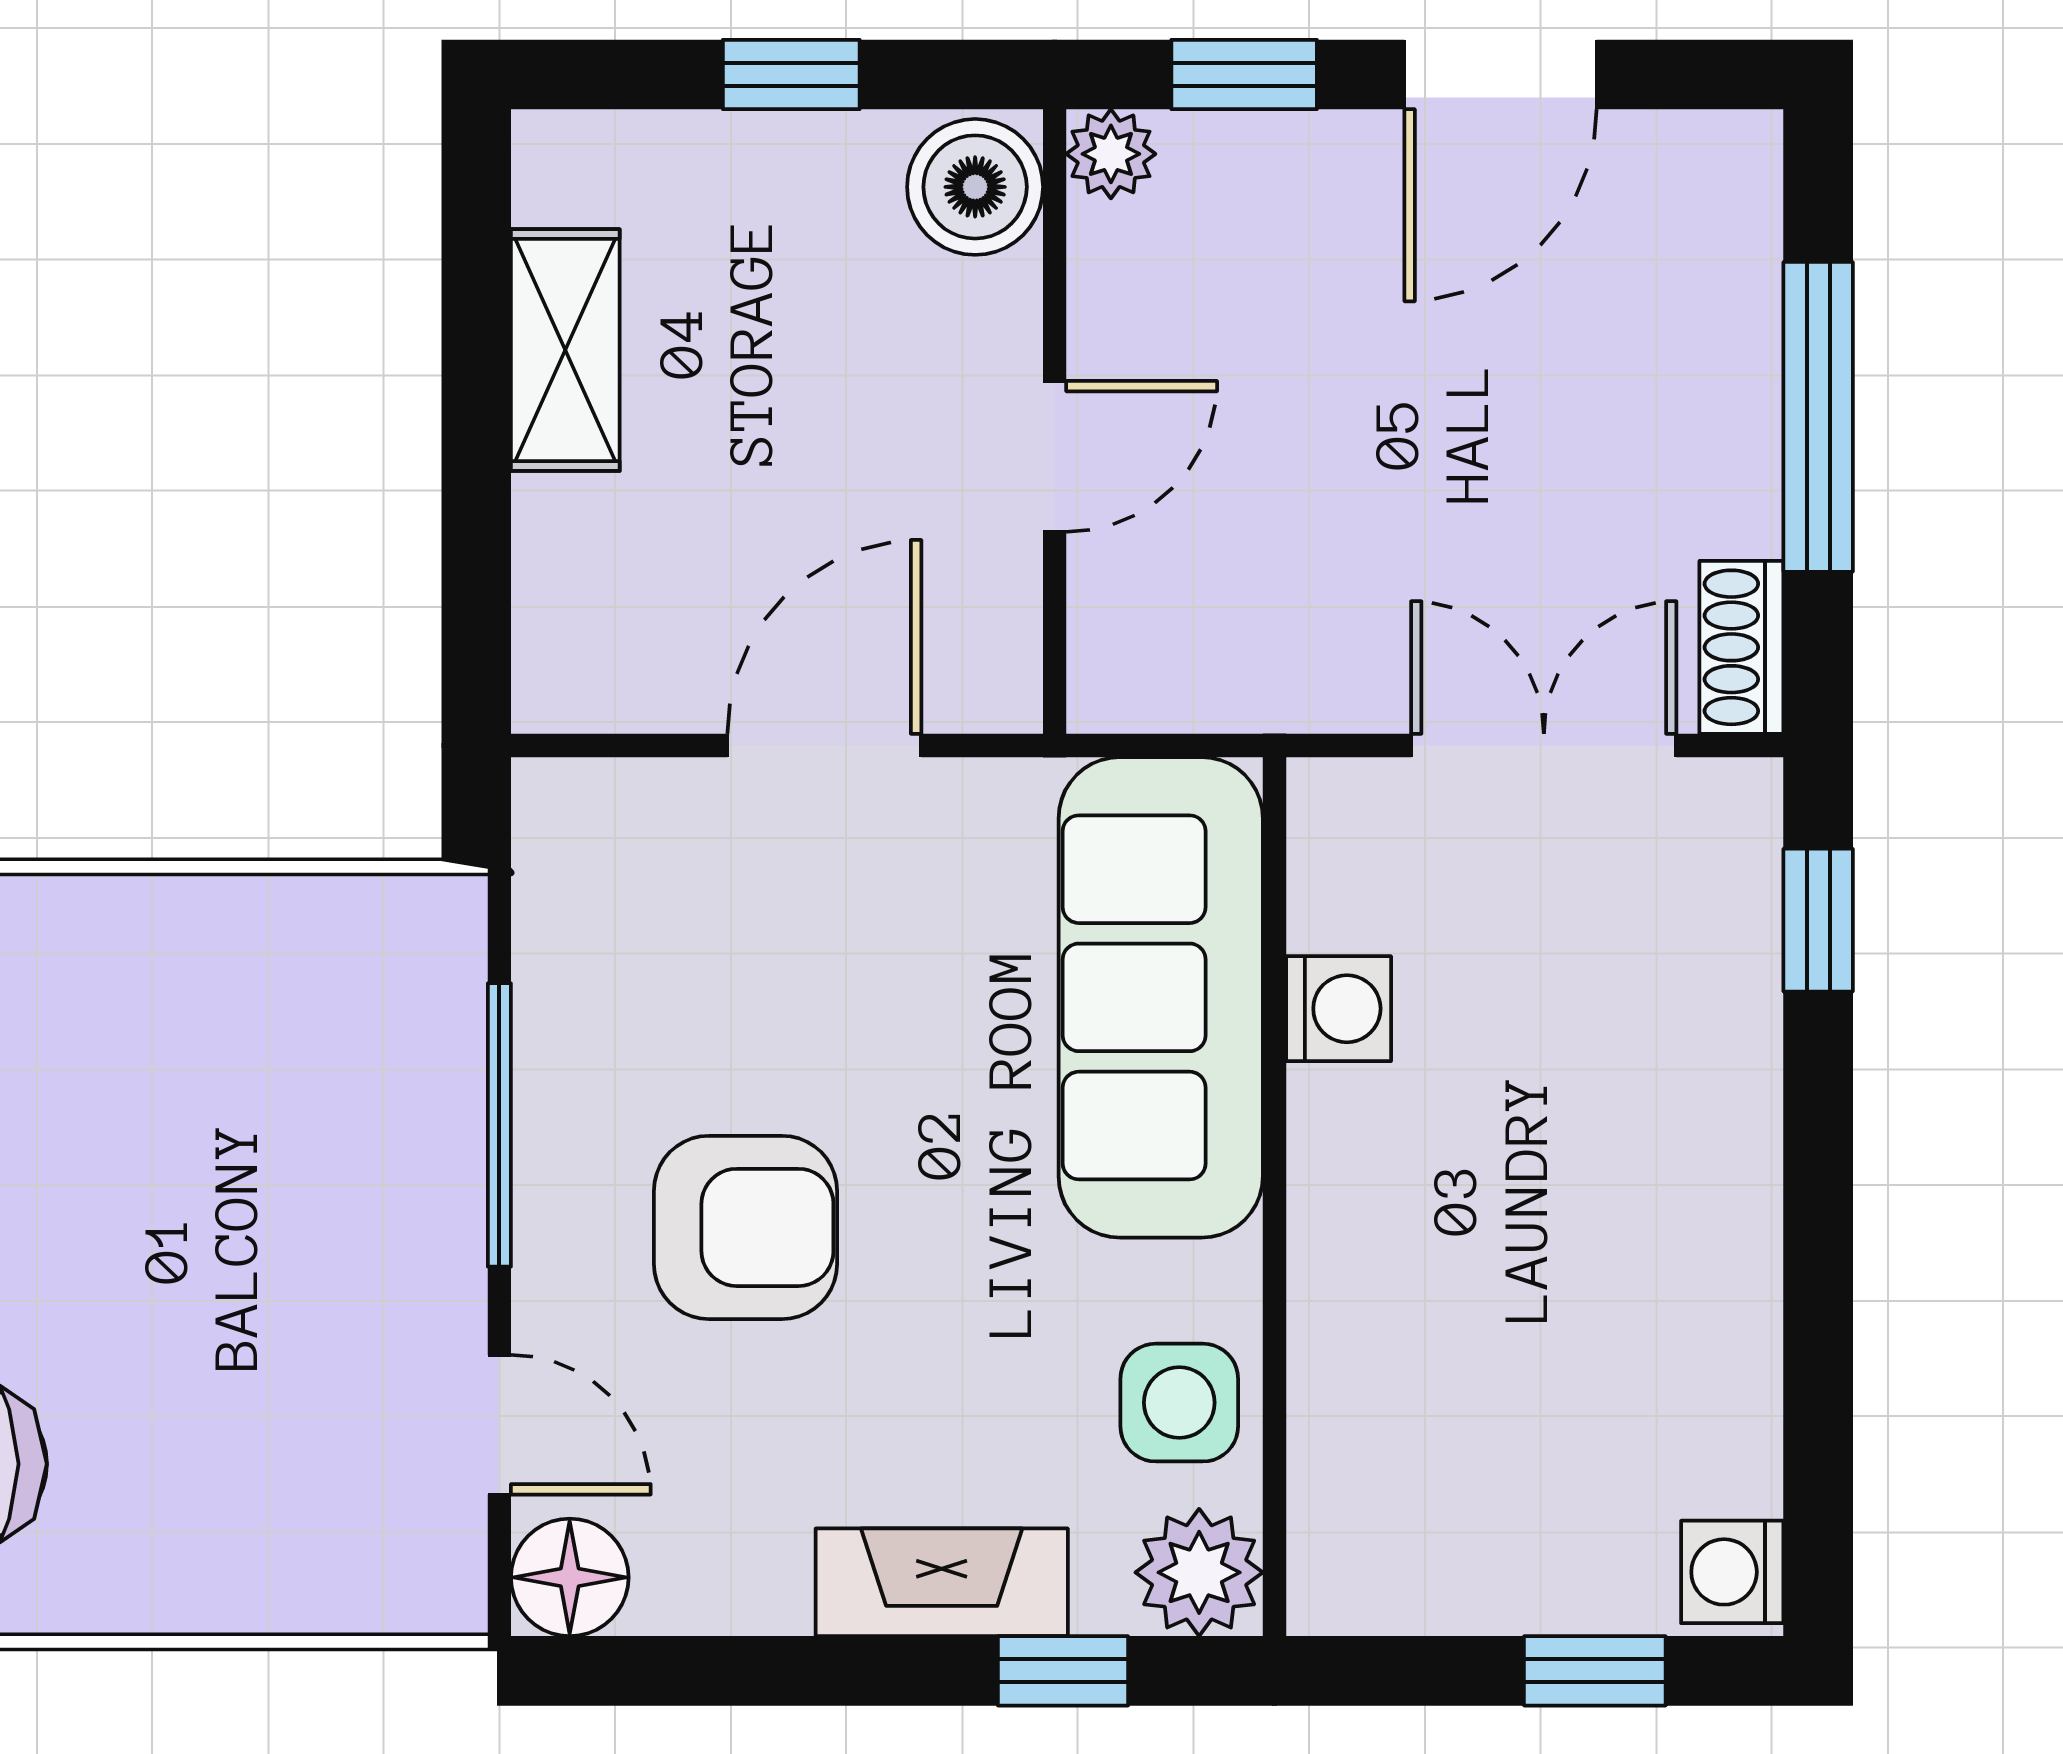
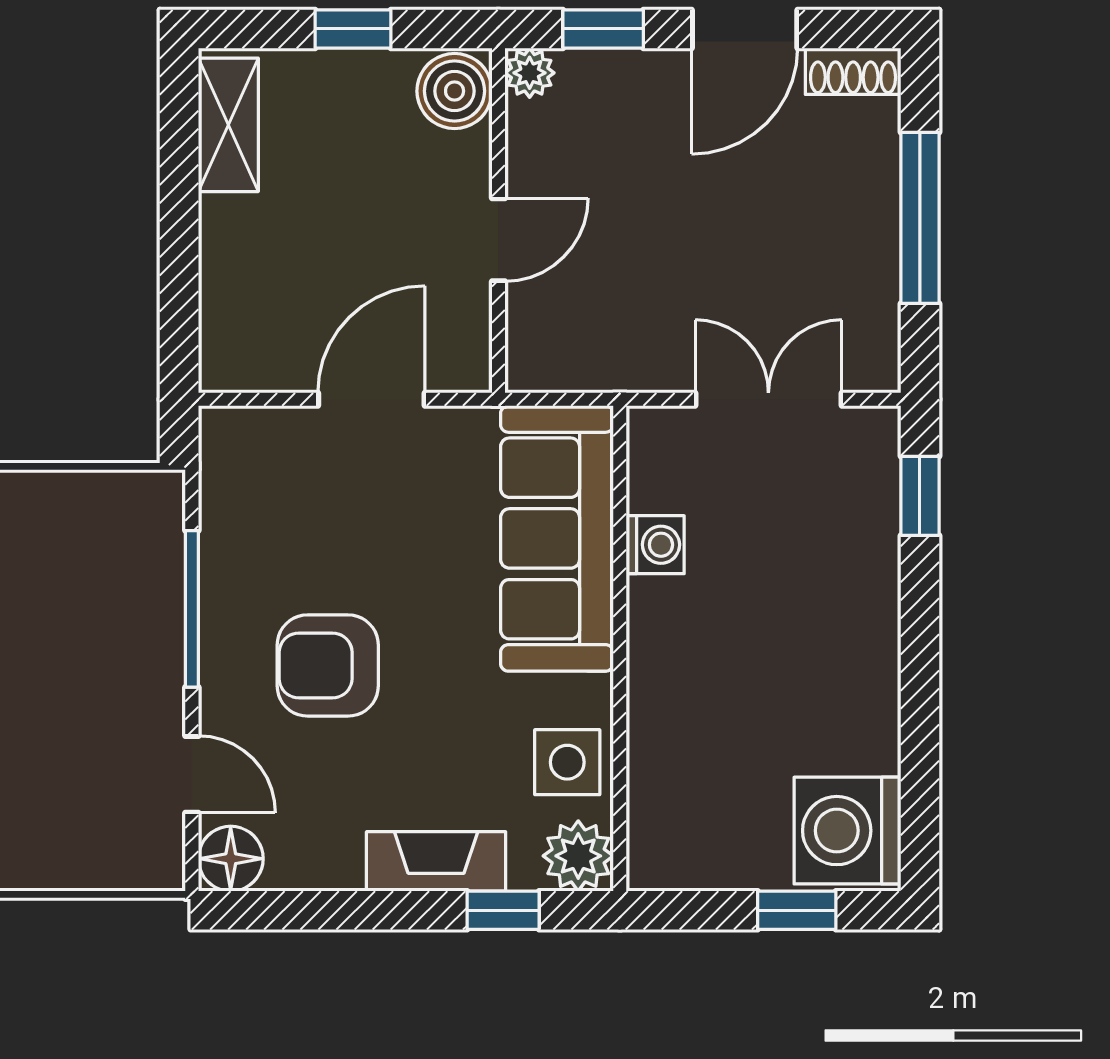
shelving: (565, 350) -> (228, 125), moved
shoe rack: (1741, 647) -> (853, 71), moved, turned -90
armchair: (745, 1227) -> (328, 665), turned 180
washing machine: (1732, 1572) -> (847, 831), width x1.89, depth x1.89

